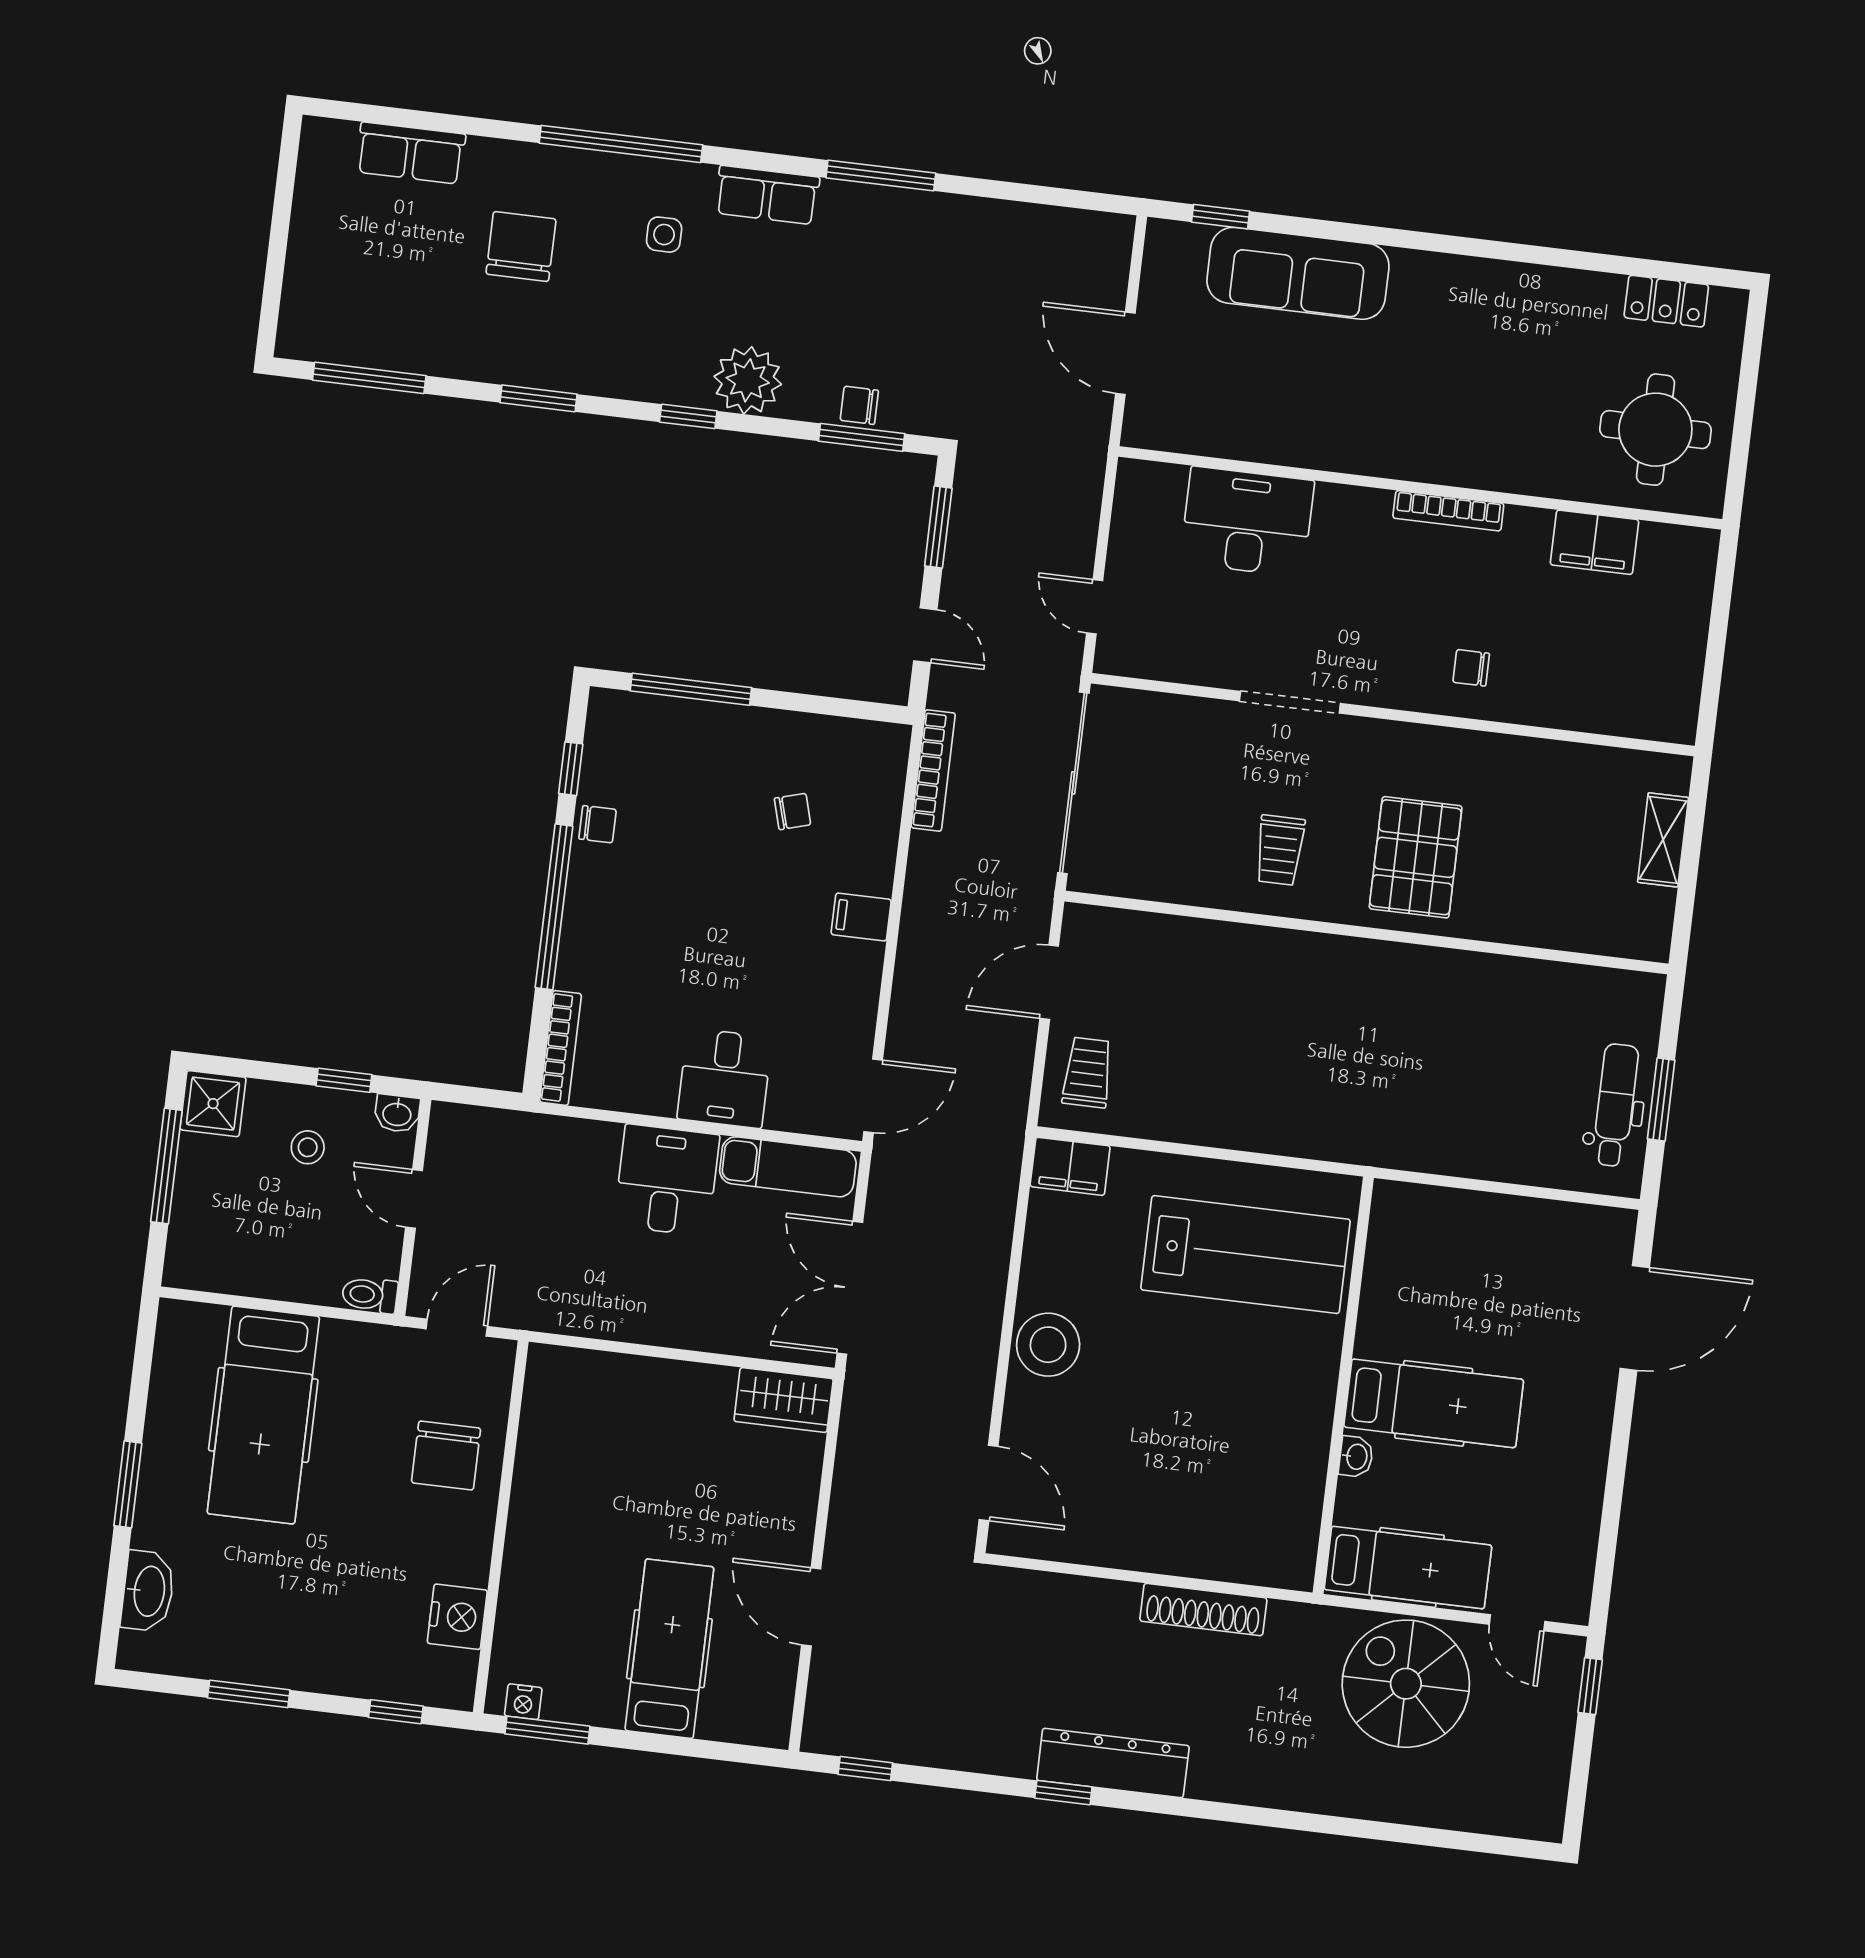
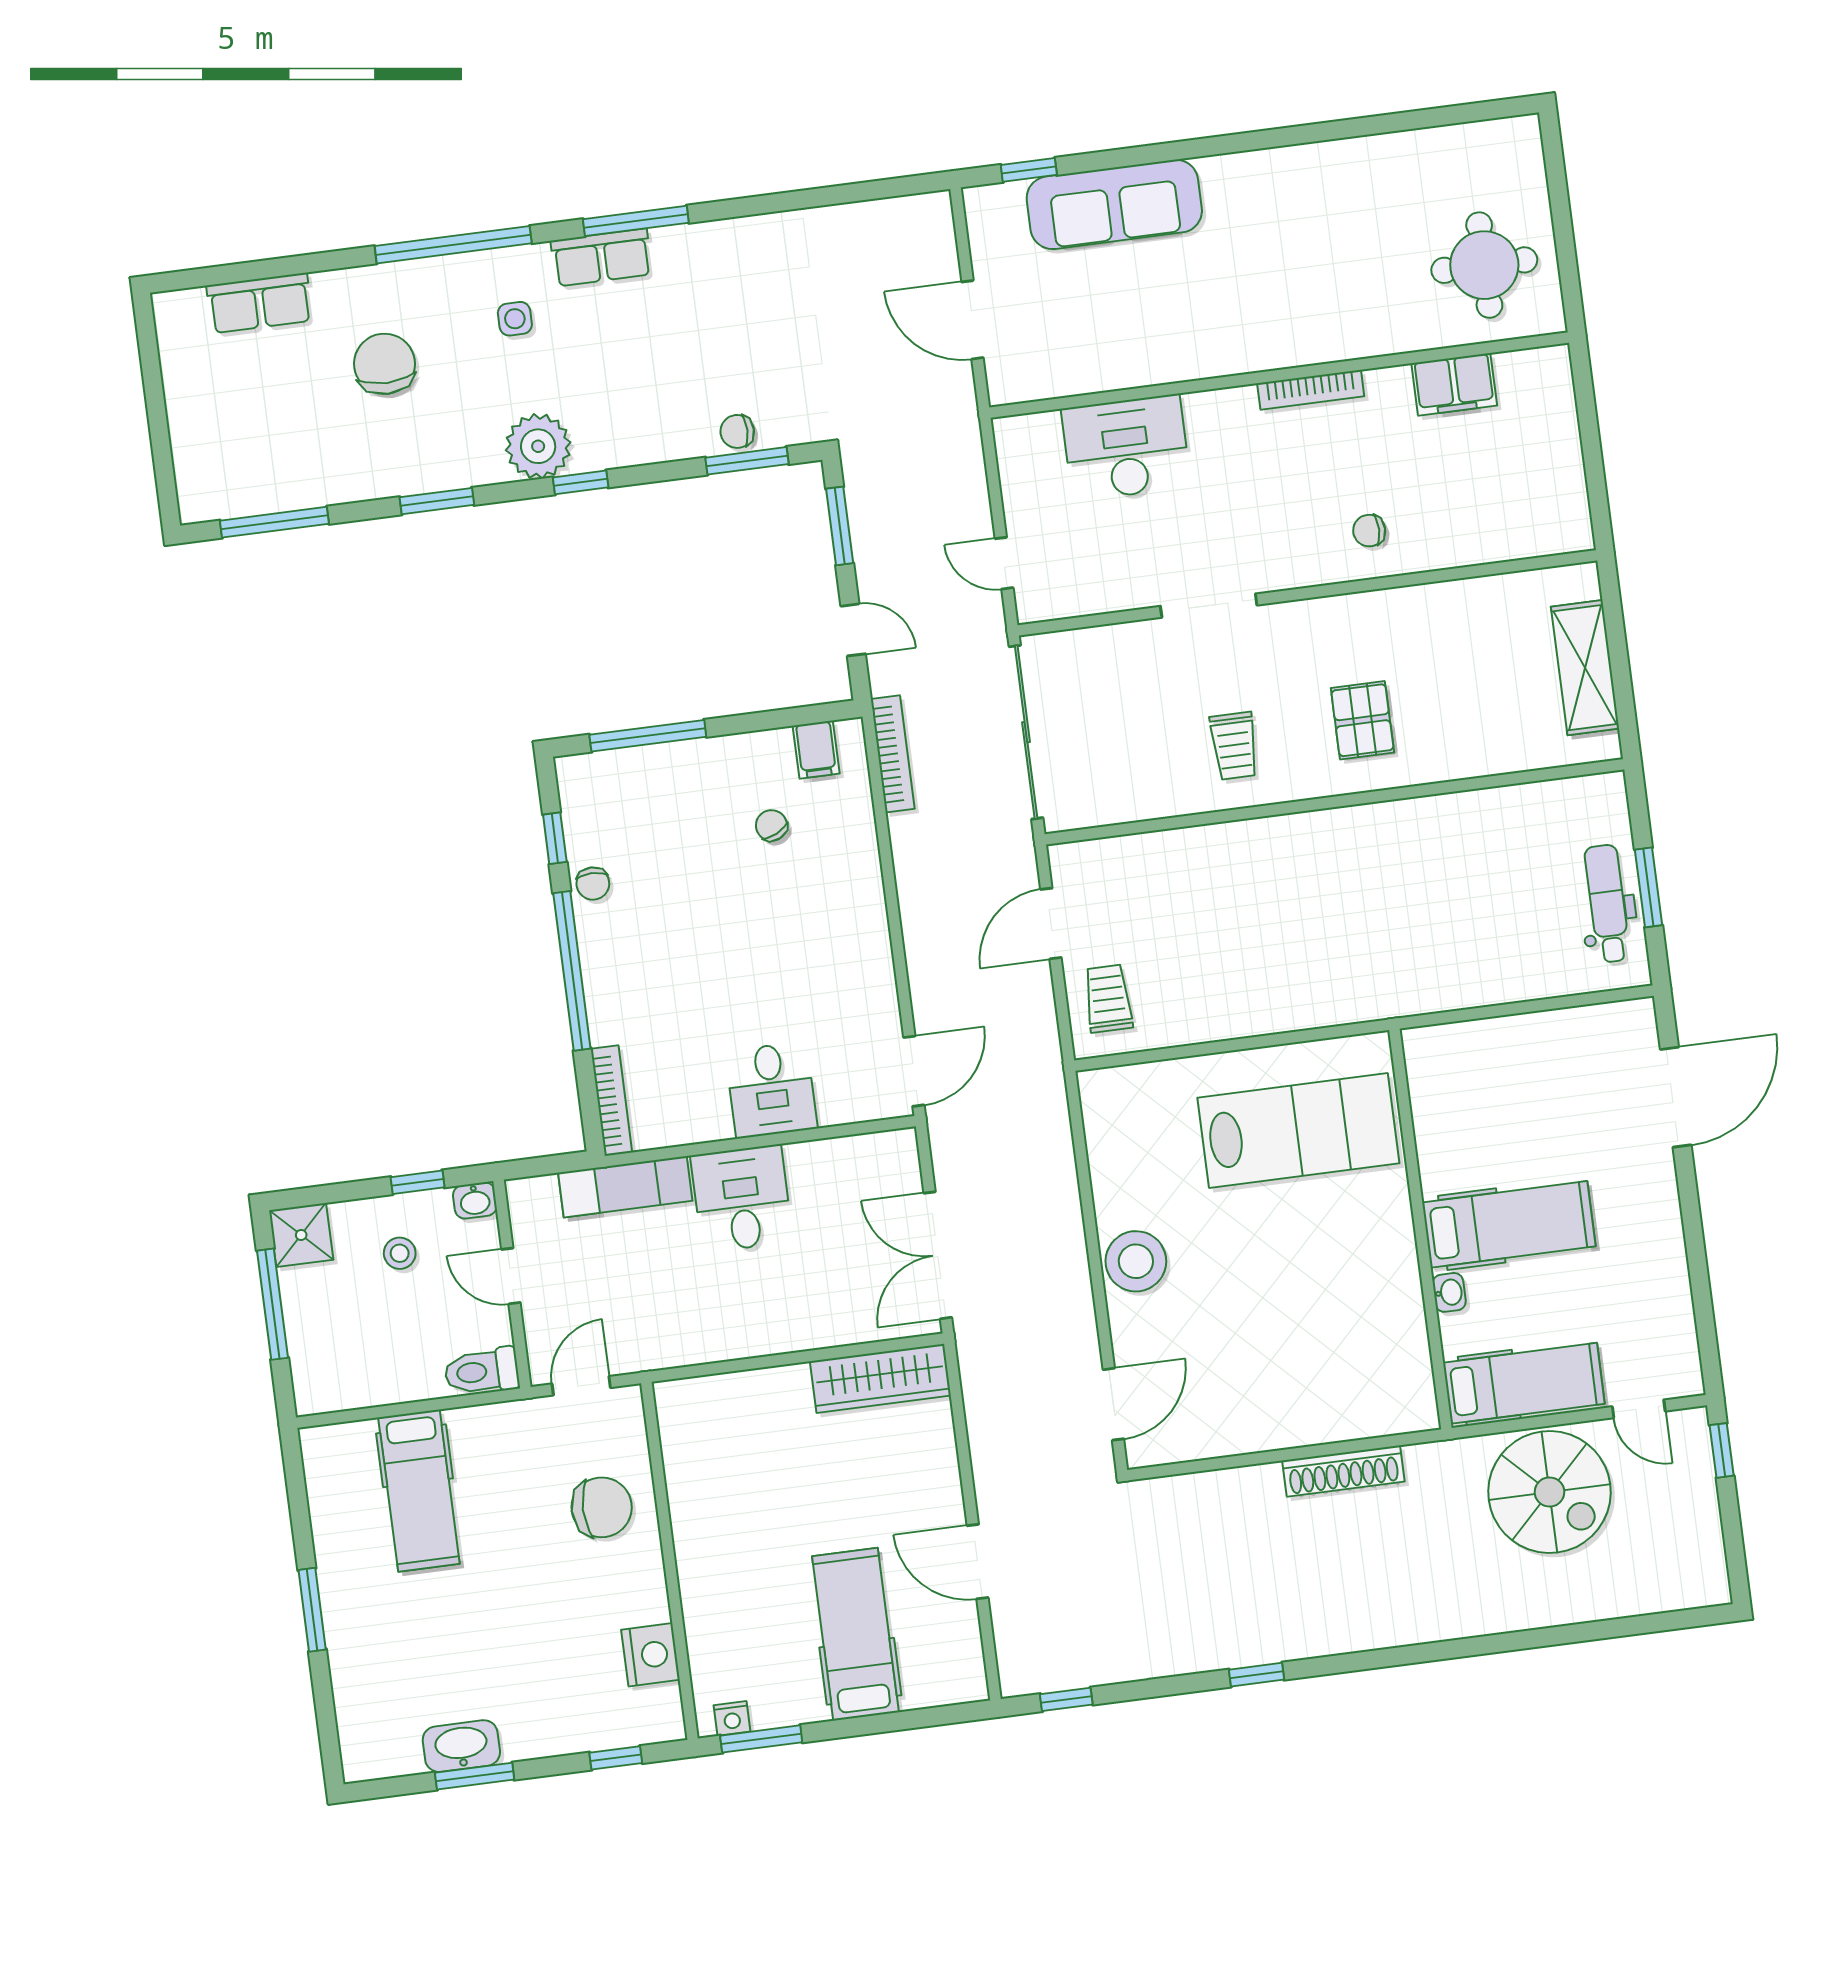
window: (881, 175) -> (636, 221), moved
locker: (1666, 301) -> (1464, 143), removed
plant: (748, 380) -> (538, 446), moved
chair: (793, 811) -> (771, 825), turned -100
chair: (598, 824) -> (593, 884), turned 90
shelving: (1663, 840) -> (1585, 668), width x1.50, depth x1.33
pallet: (1416, 857) -> (1362, 720), width x0.67, depth x0.71
filing cabinet: (861, 917) -> (816, 750), moved, turned -90
filing cabinet: (1070, 1166) -> (1114, 1090), removed
exam couch: (788, 1167) -> (625, 1187), moved
toilet: (370, 1295) -> (482, 1371), width x1.37, depth x1.39
wardrobe: (784, 1400) -> (880, 1378), width x1.50
hospital bed: (263, 1415) -> (419, 1491), width x0.73, depth x0.78
chair: (446, 1455) -> (602, 1507), turned -90
door: (989, 1483) -> (1113, 1404), hinge flipped
washbasin: (148, 1591) -> (461, 1746), moved, turned -90
spiral stairs: (1406, 1684) -> (1550, 1492), turned 180
dresser: (1113, 1763) -> (1296, 1635), removed

